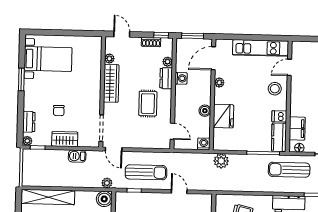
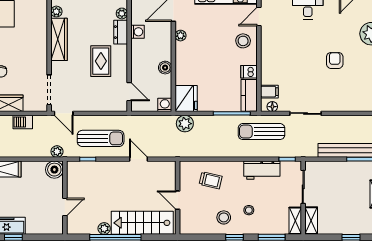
fridge: (223, 116) -> (186, 99), moved
filing cabinet: (297, 128) -> (269, 92), width x0.50

